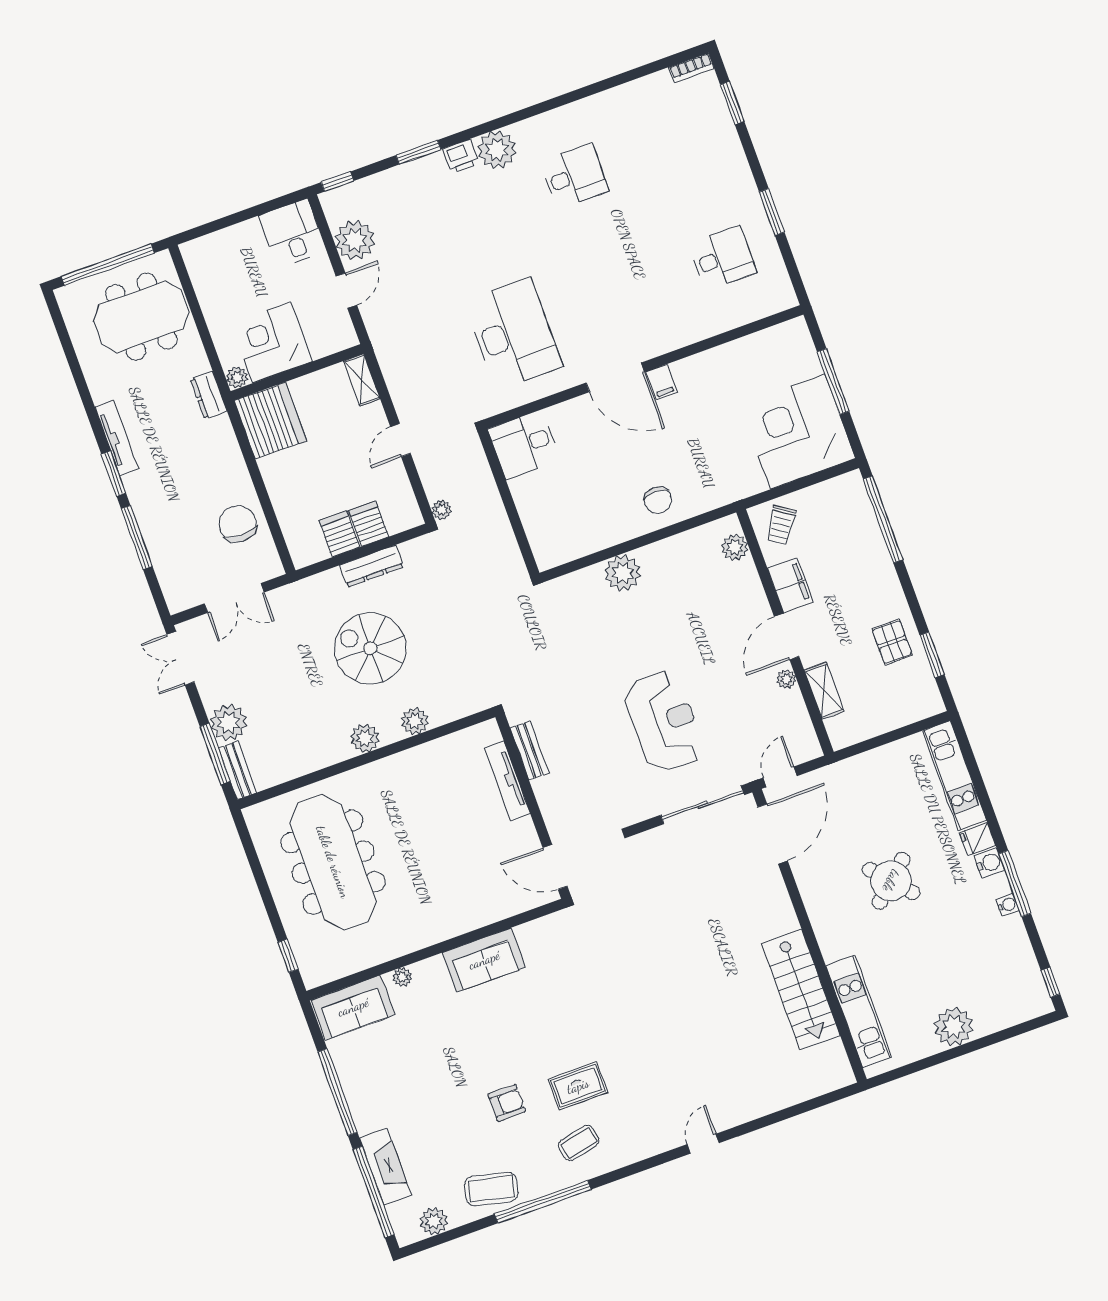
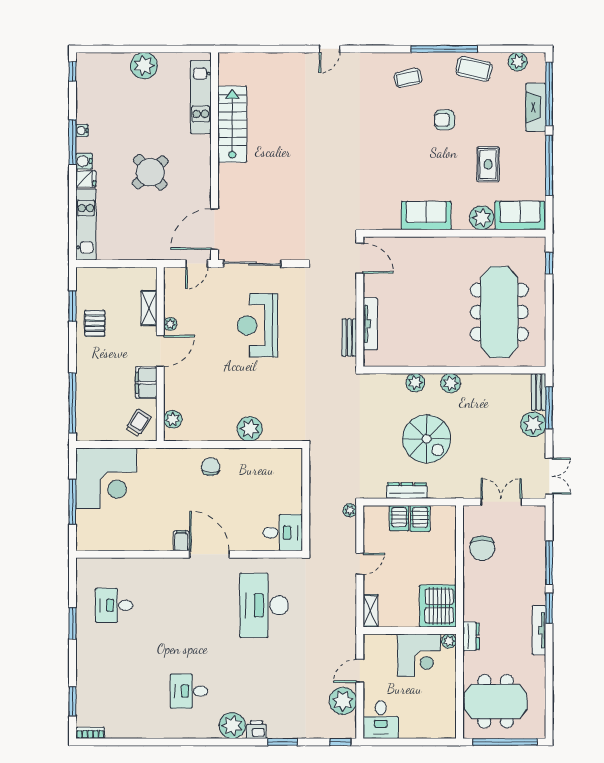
plant: (402, 977) -> (482, 218), width x1.87, depth x1.87
rug: (578, 1086) -> (488, 164), moved, turned 90

